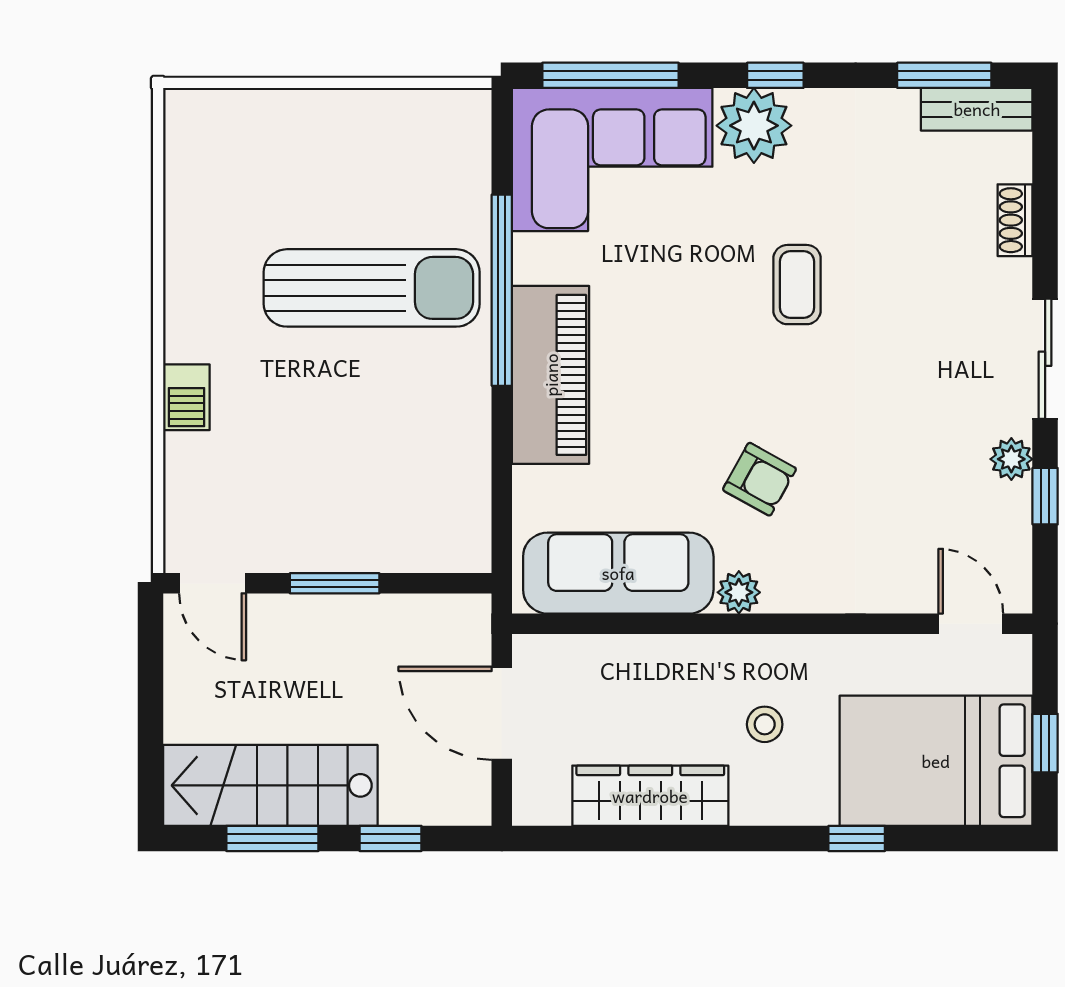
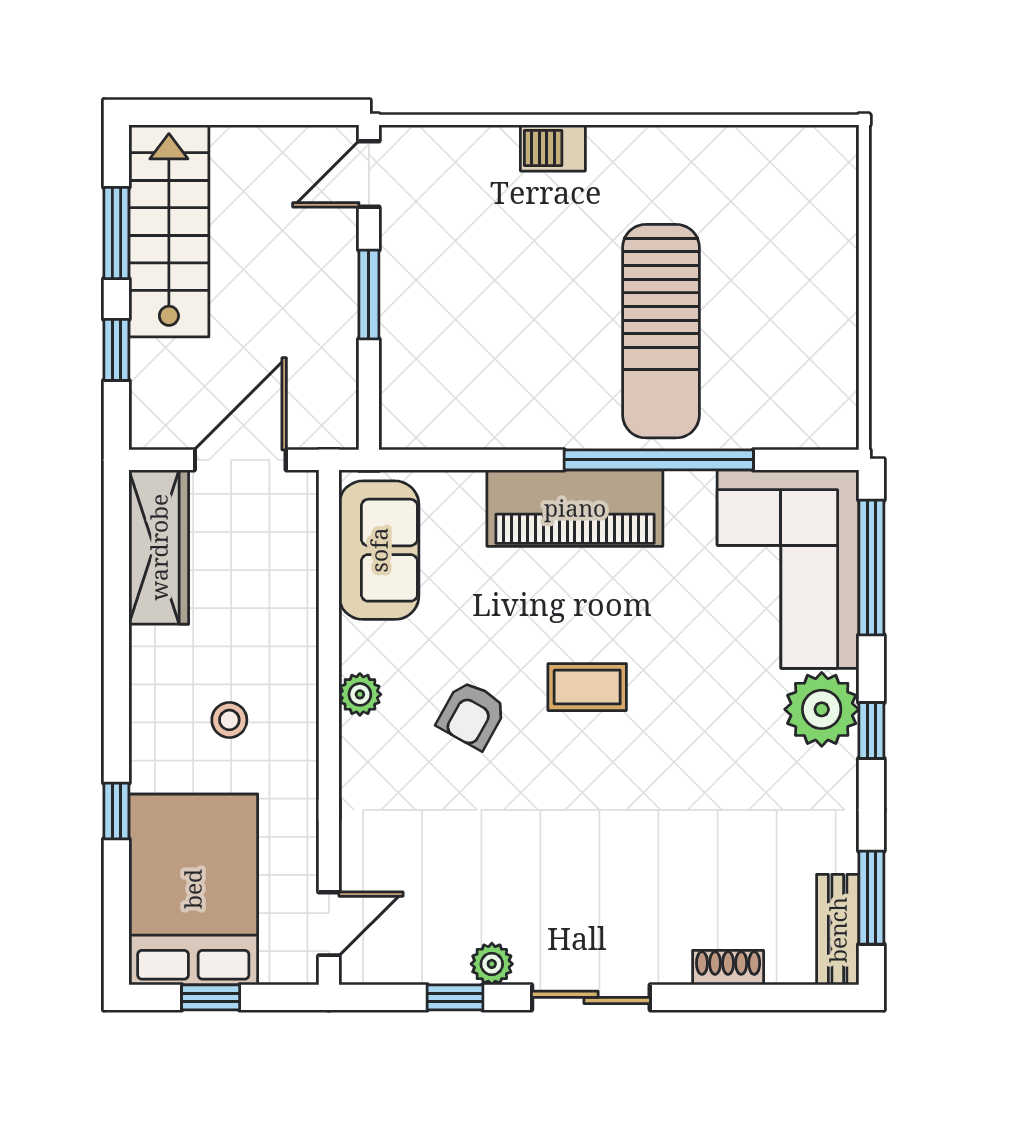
coffee table: (797, 285) -> (587, 687), moved
sofa: (618, 573) -> (379, 550), width x0.73
wardrobe: (650, 796) -> (159, 547), moved

